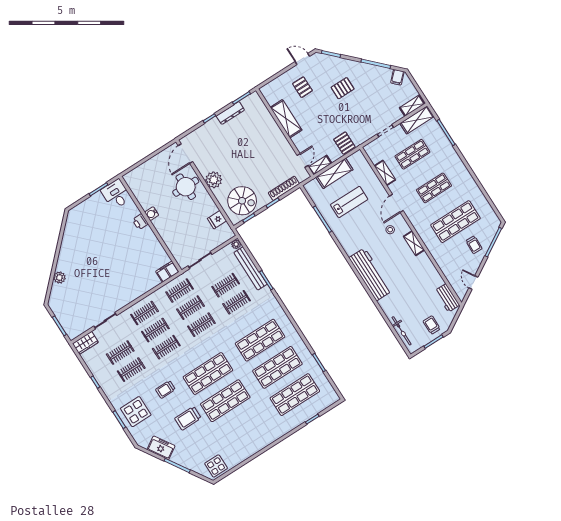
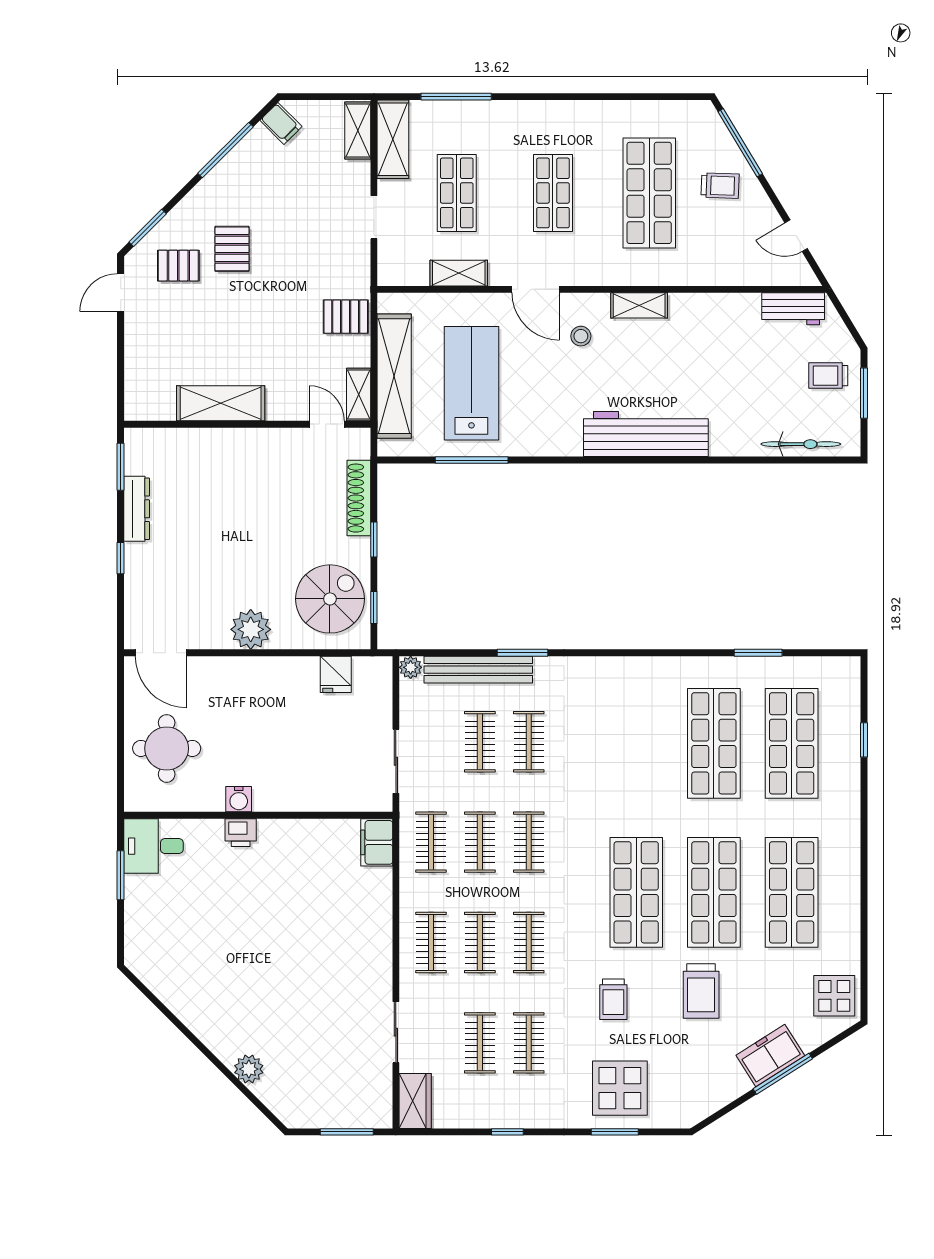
pallet: (302, 87) -> (178, 266), moved
shelving: (334, 173) -> (394, 376), width x1.47
round table: (186, 187) -> (167, 748), moved
lab bench: (349, 202) -> (471, 383), width x1.36, depth x1.39
shop shelf: (260, 340) -> (792, 892), moved
freezer: (161, 448) -> (770, 1056), moved

